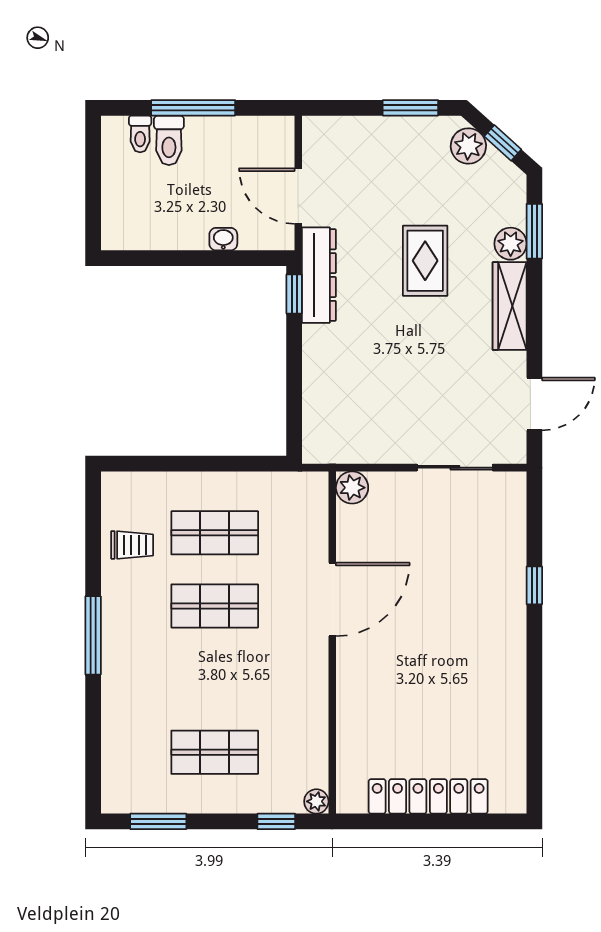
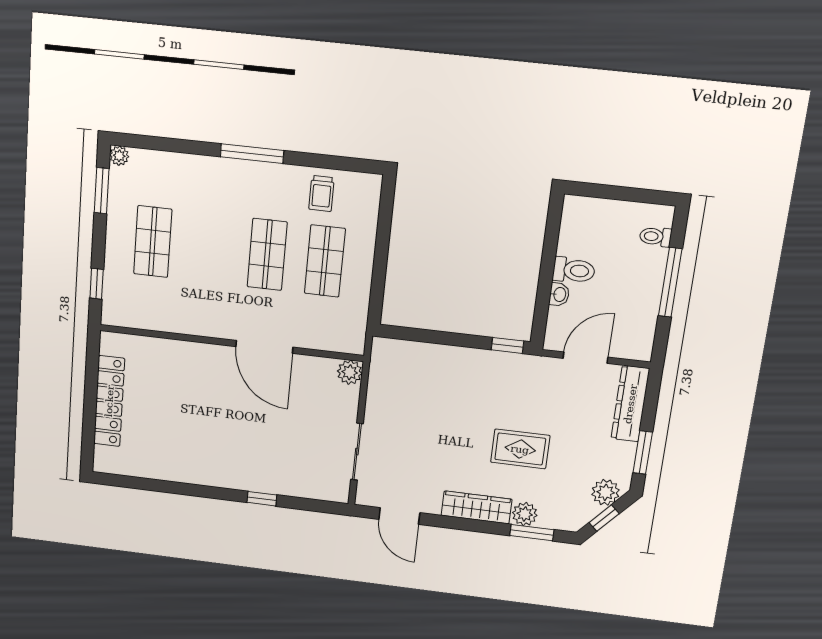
toilet: (169, 140) -> (574, 270), moved, turned 180
dresser: (319, 275) -> (630, 404), moved, turned 90
plant: (316, 801) -> (119, 156), moved

